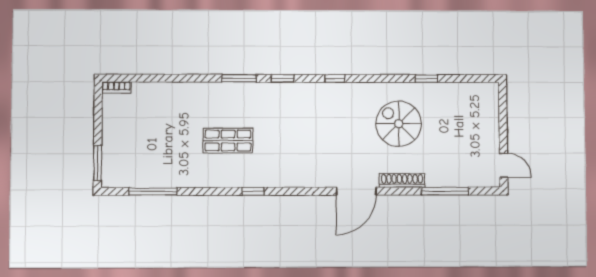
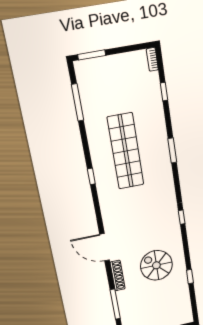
window: (283, 78) -> (164, 92), moved
spiral stairs: (399, 124) -> (156, 265), turned -90
shop shelf: (228, 140) -> (126, 151), width x2.00, depth x1.36

